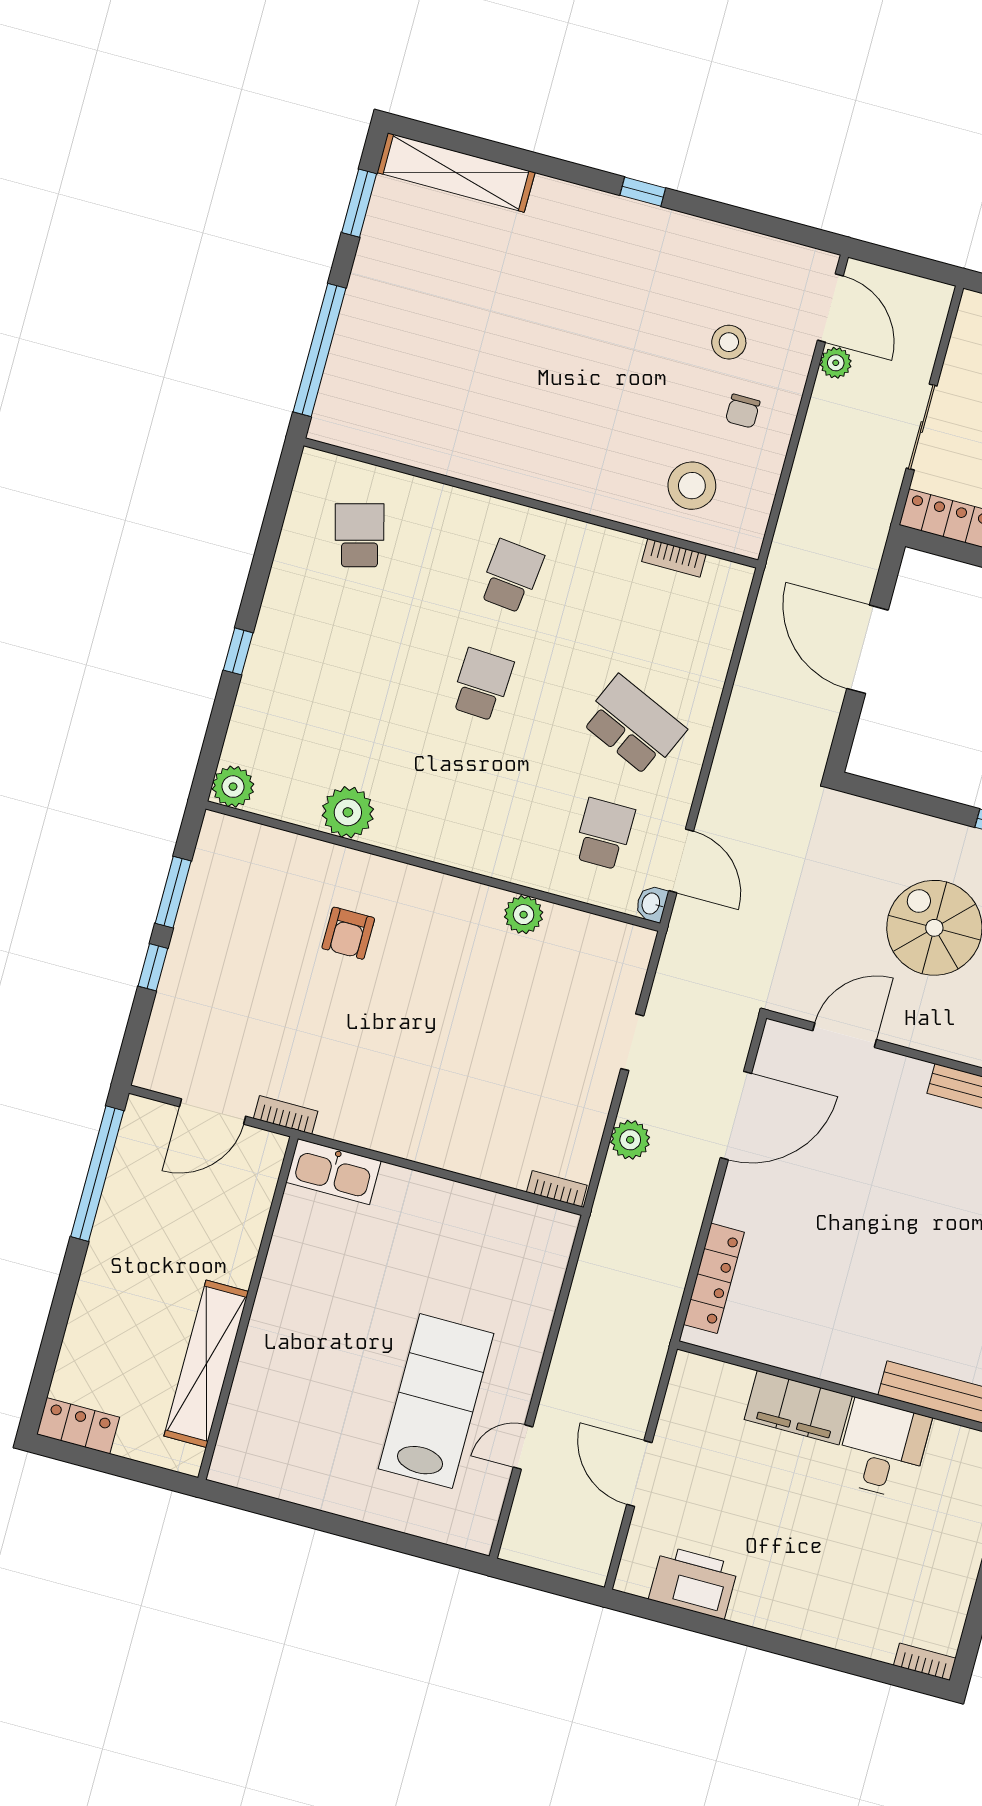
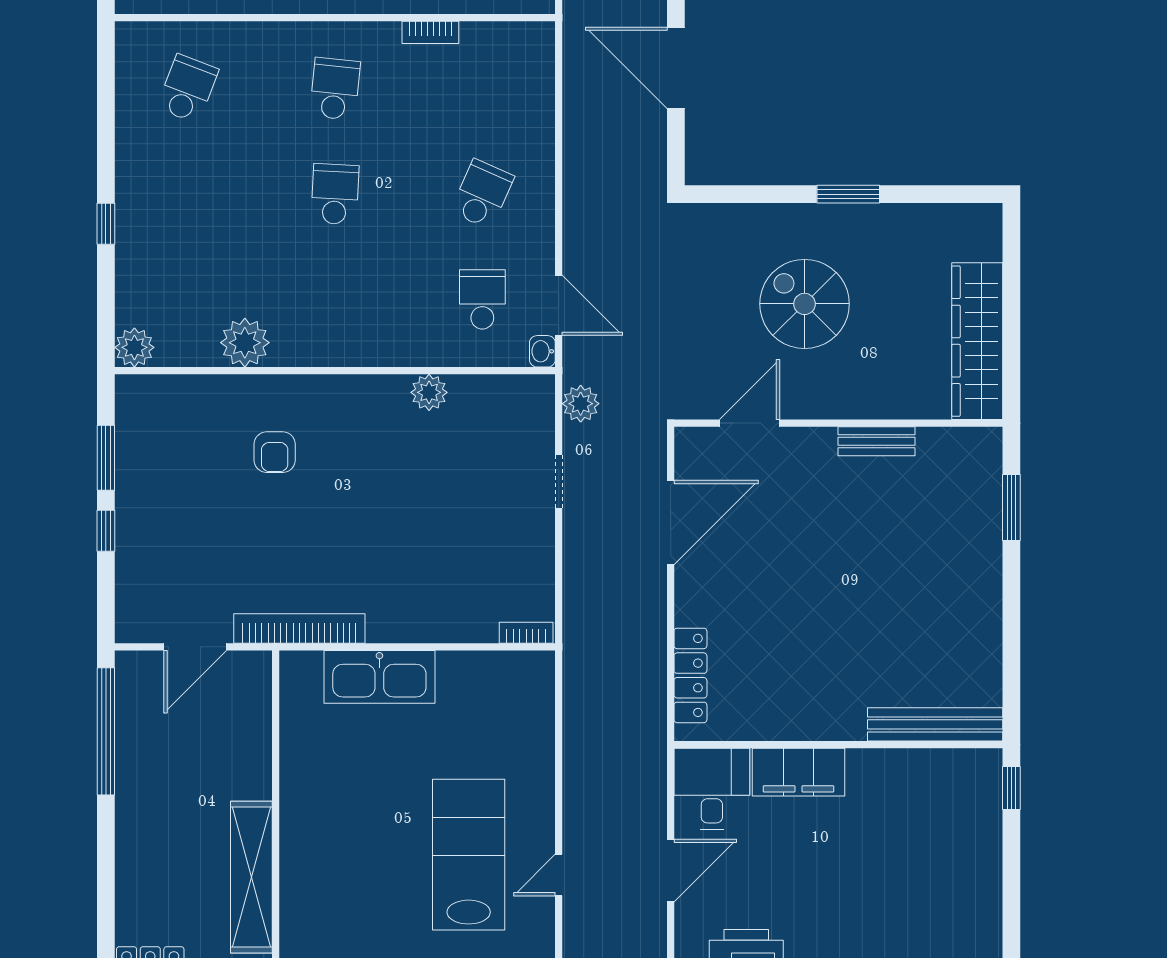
school desk: (360, 535) -> (188, 89), turned 36
bookcase: (674, 558) -> (430, 32), moved
school desk: (633, 725) -> (482, 194), width x0.54
bookcase: (286, 1115) -> (299, 628), width x2.31, depth x1.31
plant: (630, 1140) -> (581, 404), moved
kitchen sink: (334, 1172) -> (379, 677), moved, width x1.36, depth x1.24
desk: (883, 1449) -> (712, 789), moved
door: (639, 1473) -> (671, 871), swing flipped

